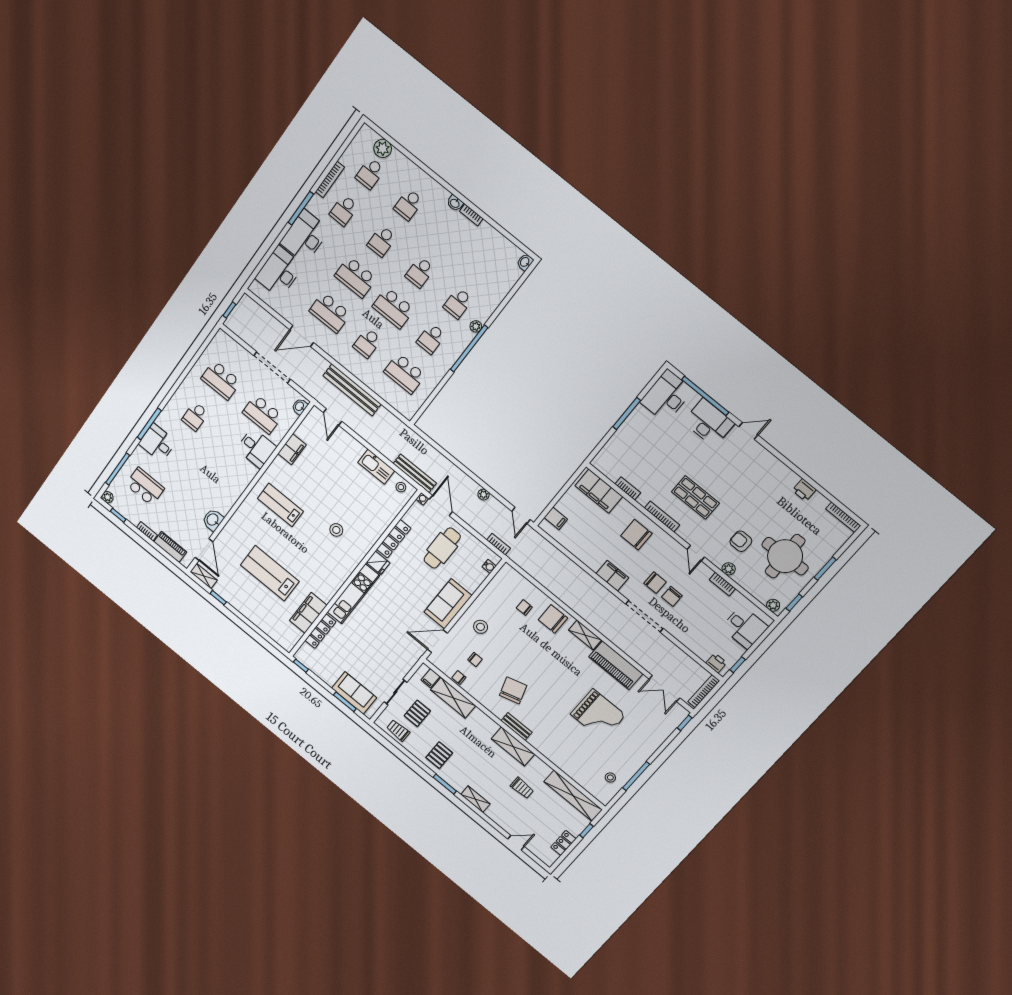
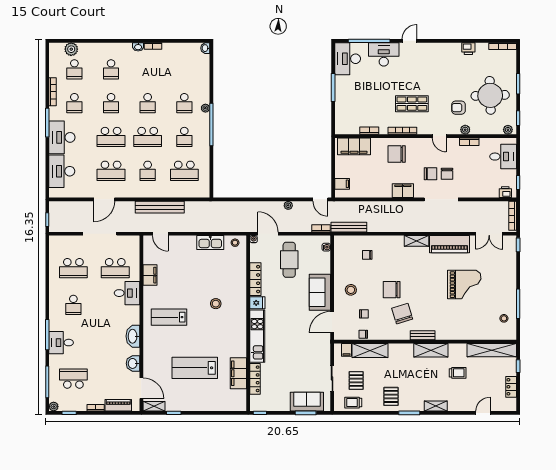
washbasin: (300, 406) -> (133, 336), moved, width x1.91, depth x1.45
bench: (415, 473) -> (349, 227), moved
chair: (553, 619) -> (392, 290), moved

